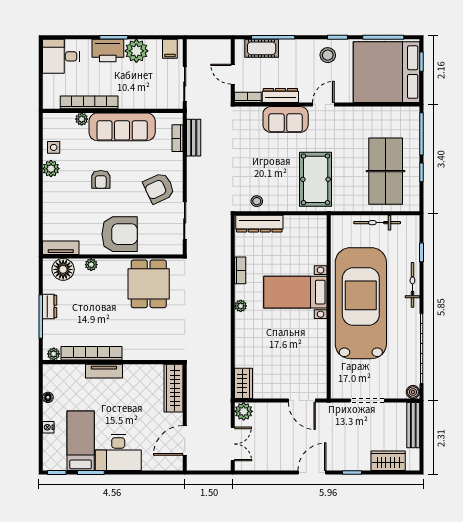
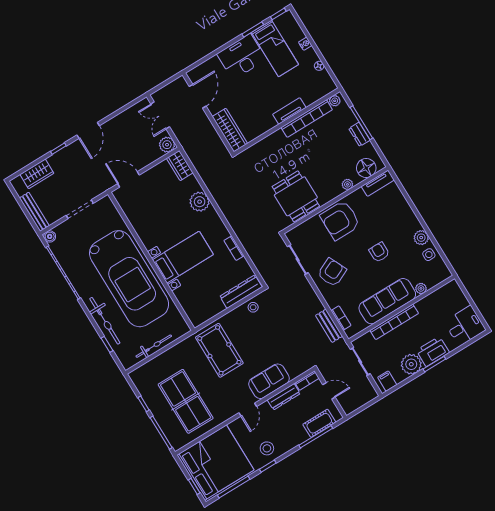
bookcase: (89, 102) -> (394, 322), moved
table tennis table: (386, 171) -> (186, 401), moved
bicycle: (412, 285) -> (105, 321), width x1.37, depth x1.40
plant: (241, 306) -> (200, 202), moved, width x1.87, depth x1.87

